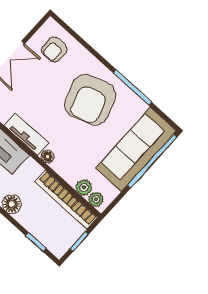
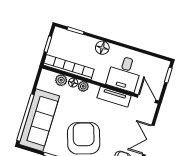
floor lamp: (48, 157) -> (73, 83), moved
plant: (96, 199) -> (83, 86), moved

